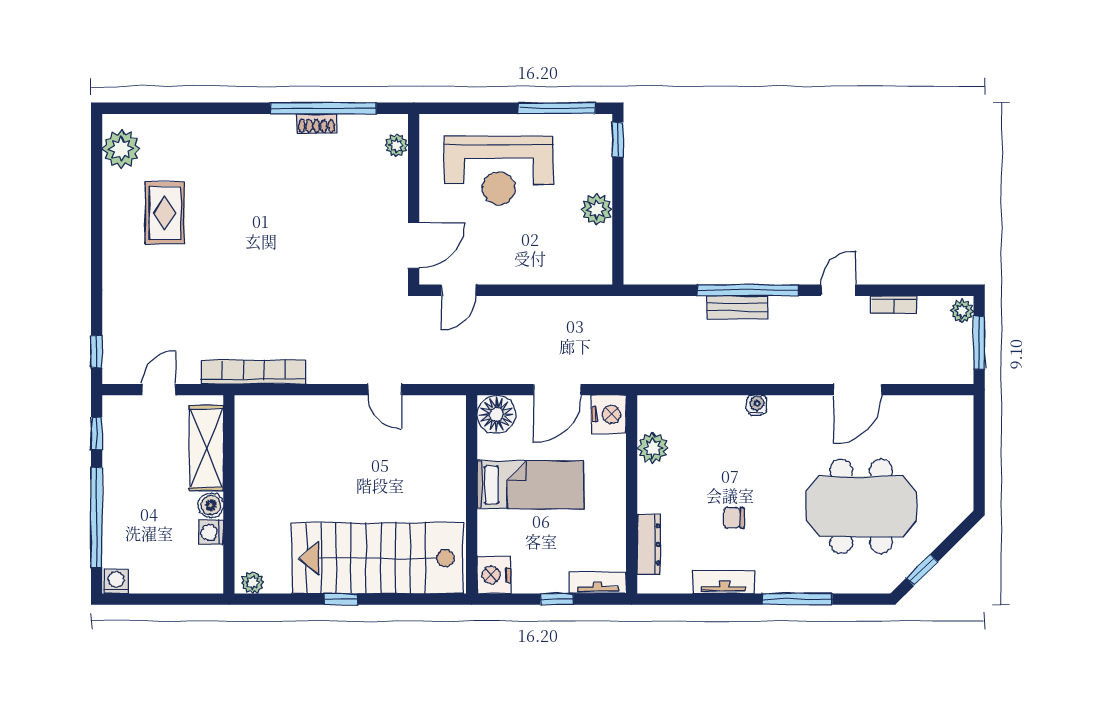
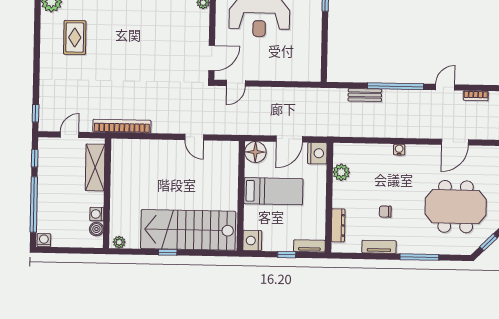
plant: (597, 209) -> (313, 40), removed
bench: (738, 307) -> (365, 95), moved
boiler: (211, 505) -> (96, 229), moved

